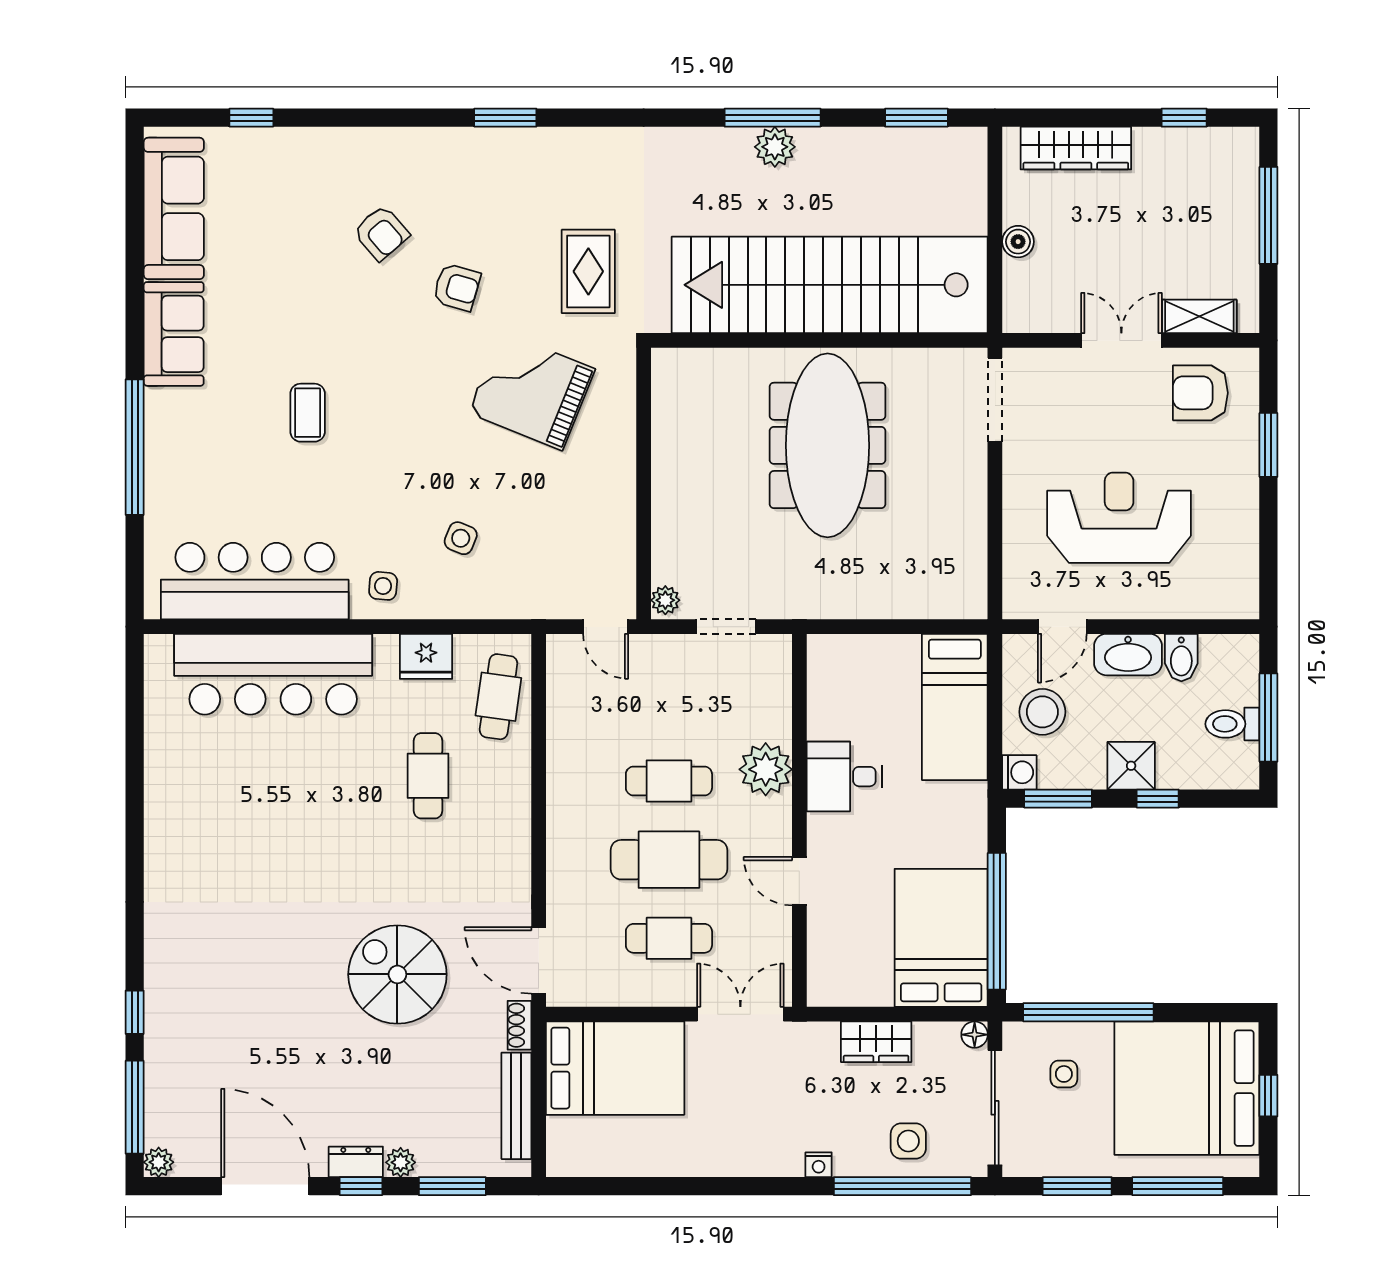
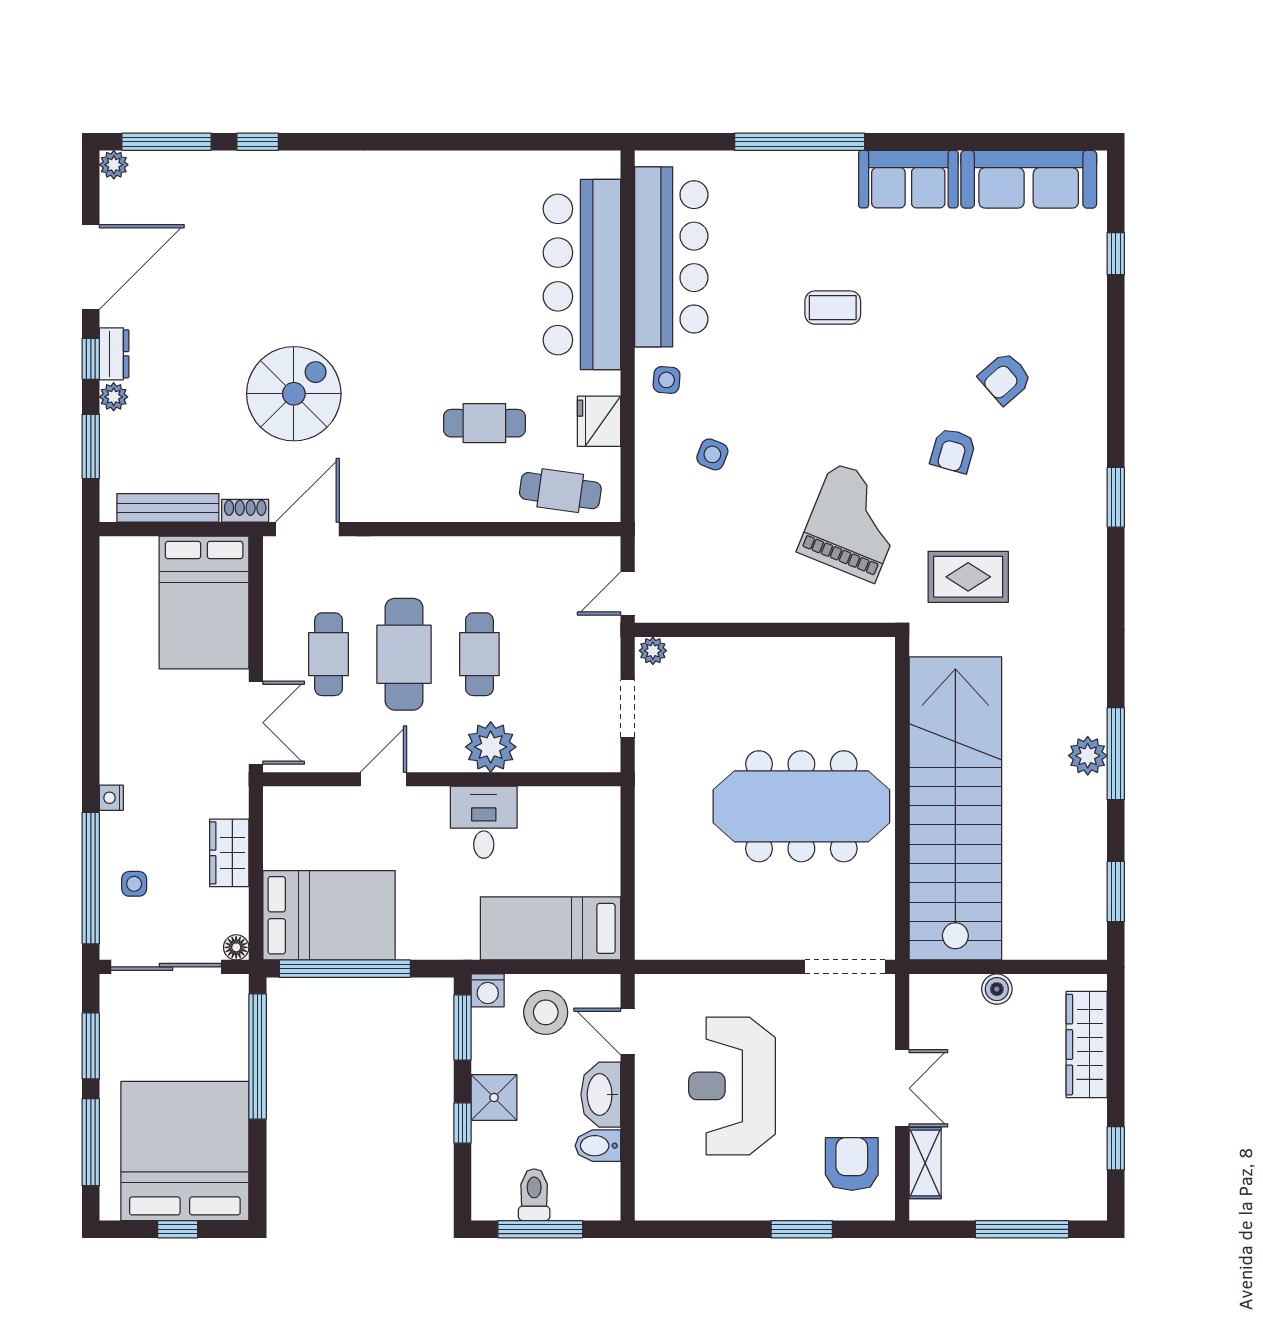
reception desk: (1119, 518) -> (732, 1086), turned 180
side table: (1064, 1074) -> (198, 1033), removed
side table: (908, 1141) -> (134, 884), width x0.73, depth x0.73

